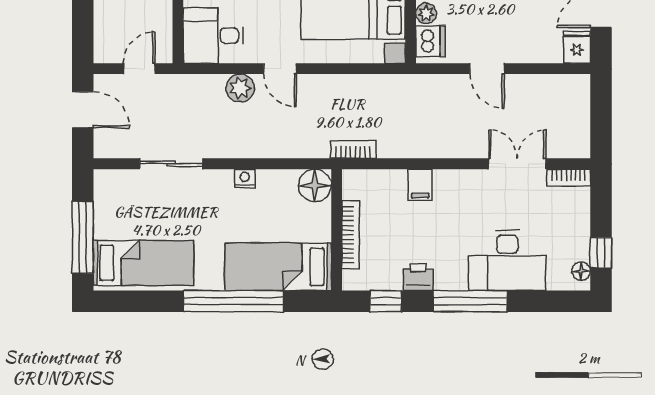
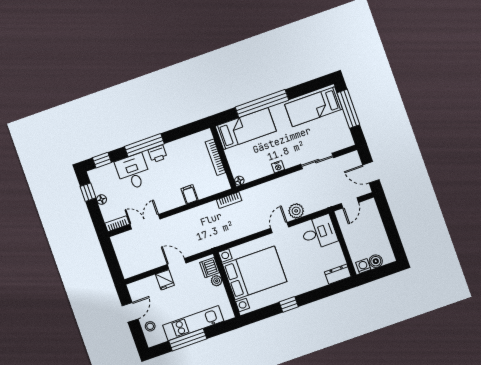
fridge: (577, 47) -> (165, 280), moved
door: (280, 69) -> (280, 228), hinge flipped
double door: (517, 164) -> (145, 222), swing flipped
floor lamp: (315, 185) -> (239, 181), width x0.53, depth x0.53
desk: (507, 261) -> (133, 172), width x0.73
floor lamp: (581, 271) -> (102, 200), moved
printer: (418, 277) -> (158, 154), moved
window: (386, 301) -> (102, 160), moved

